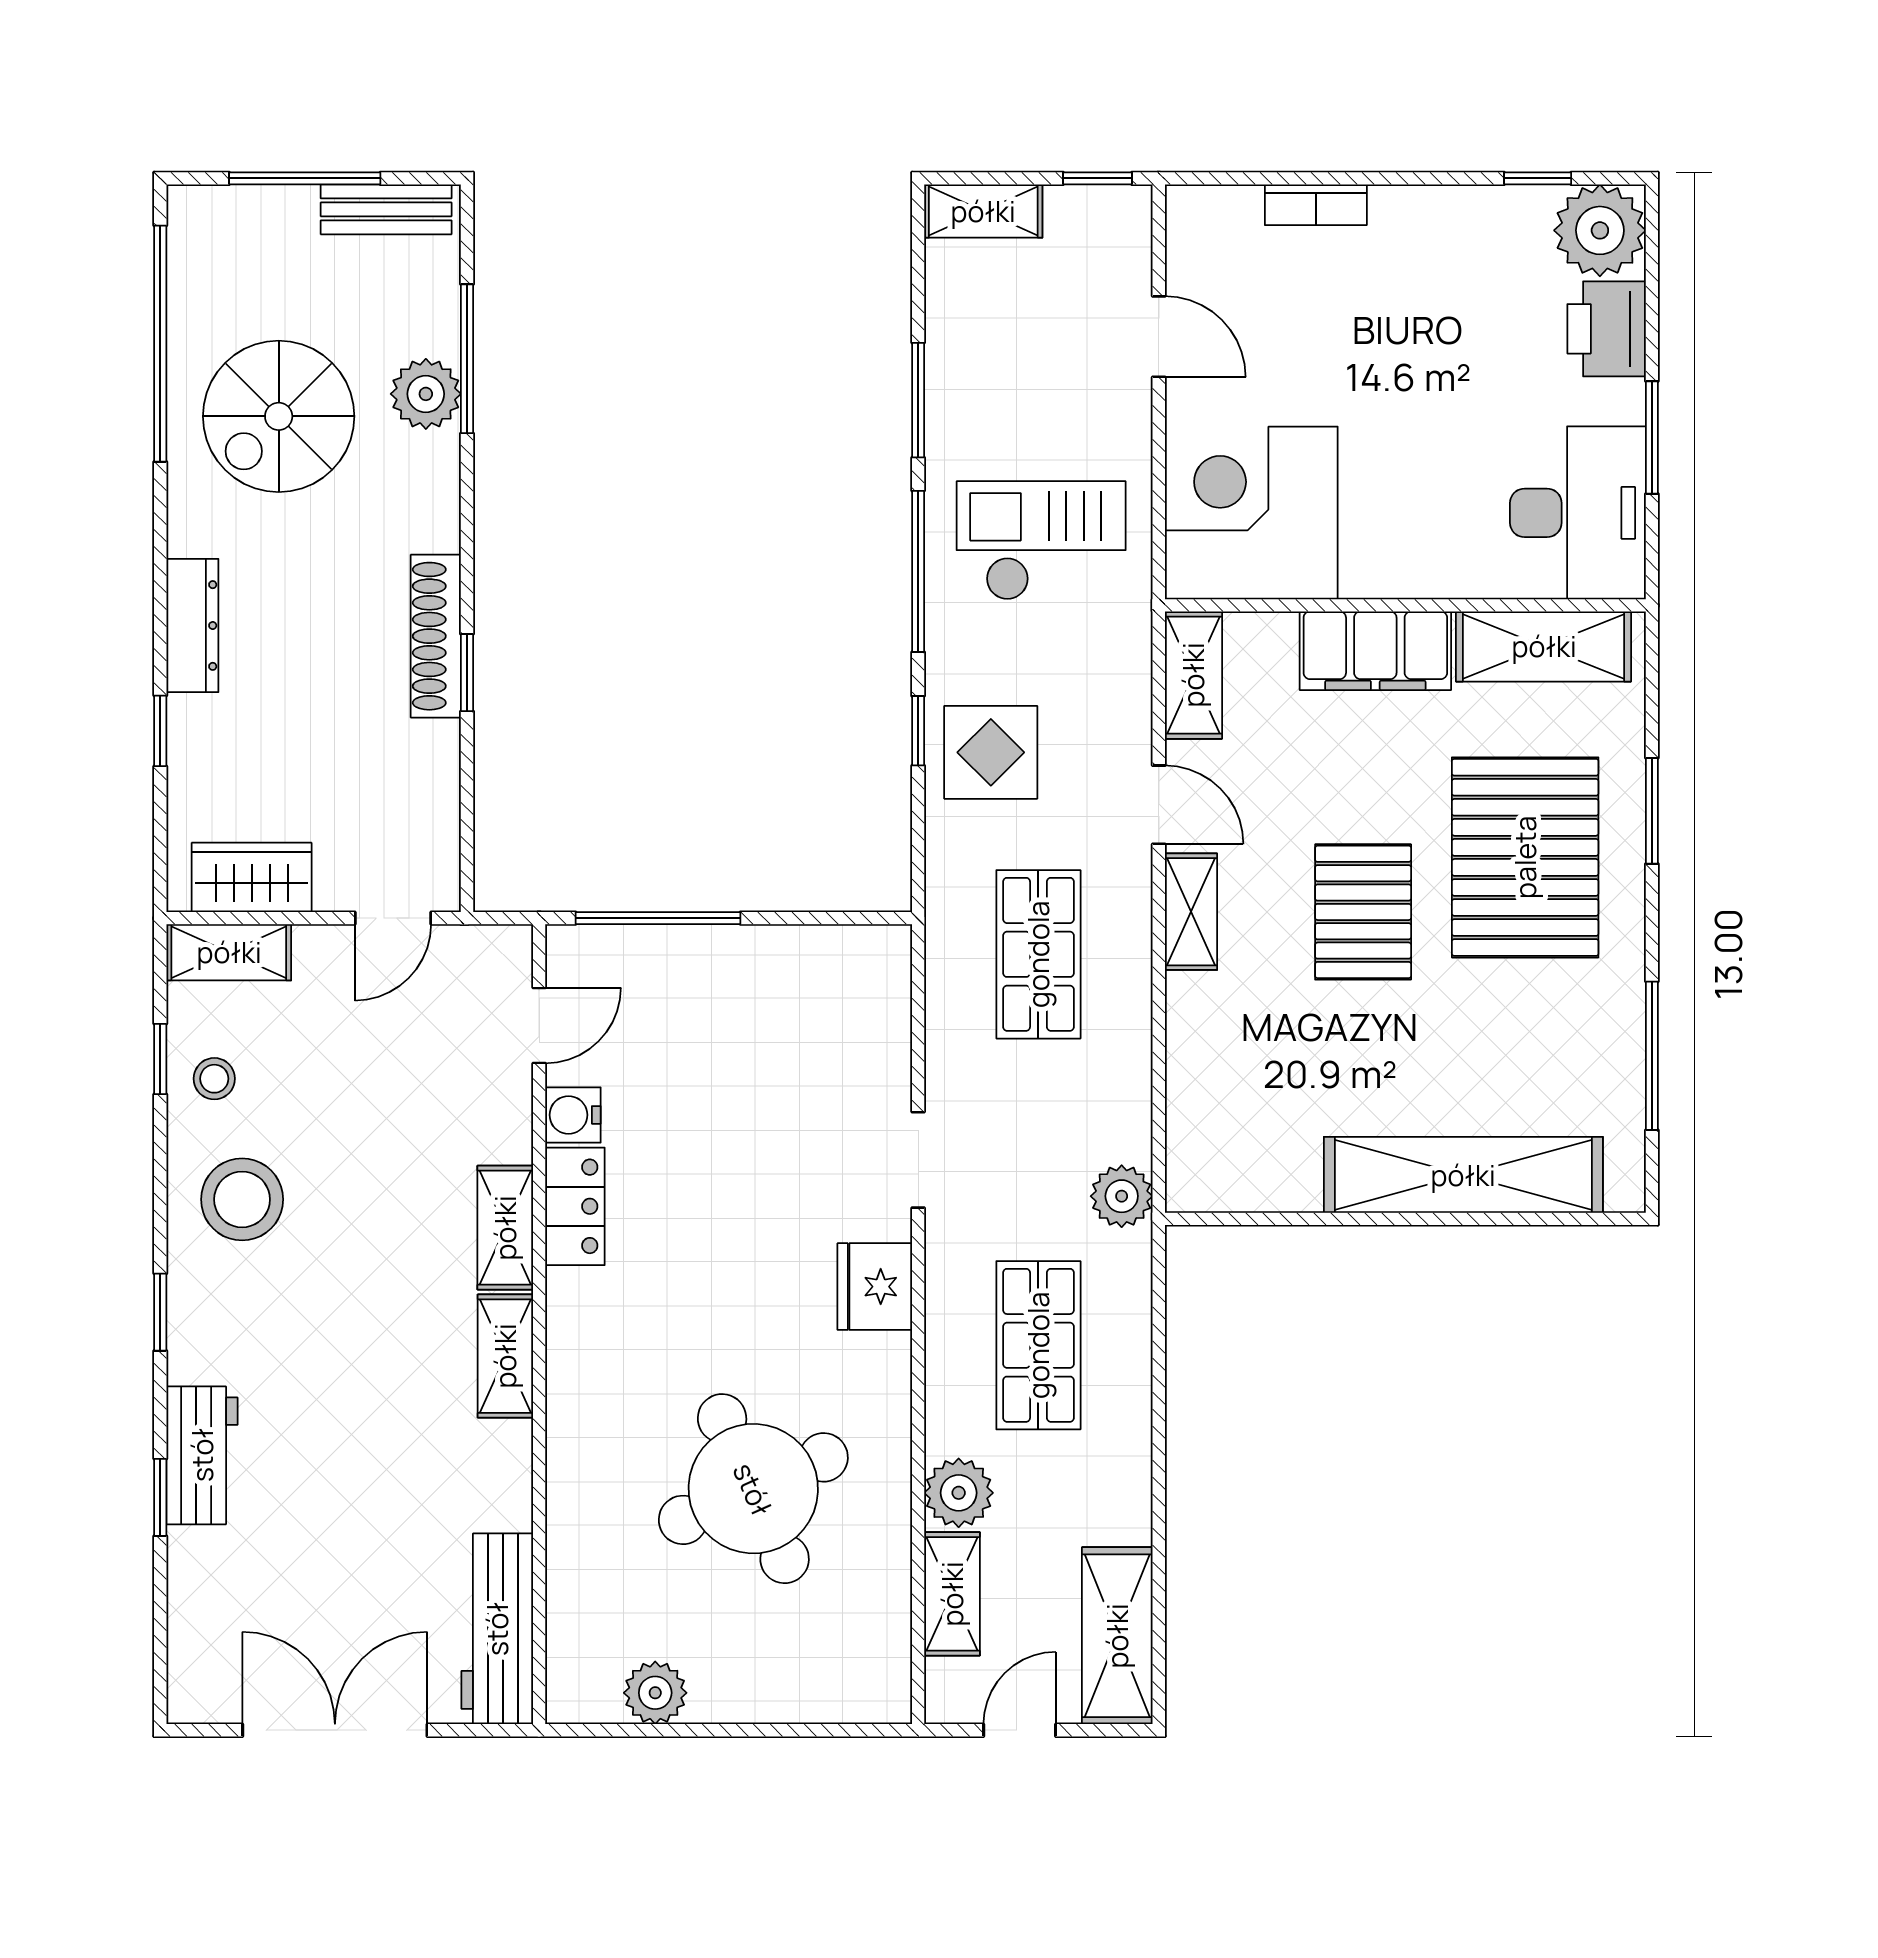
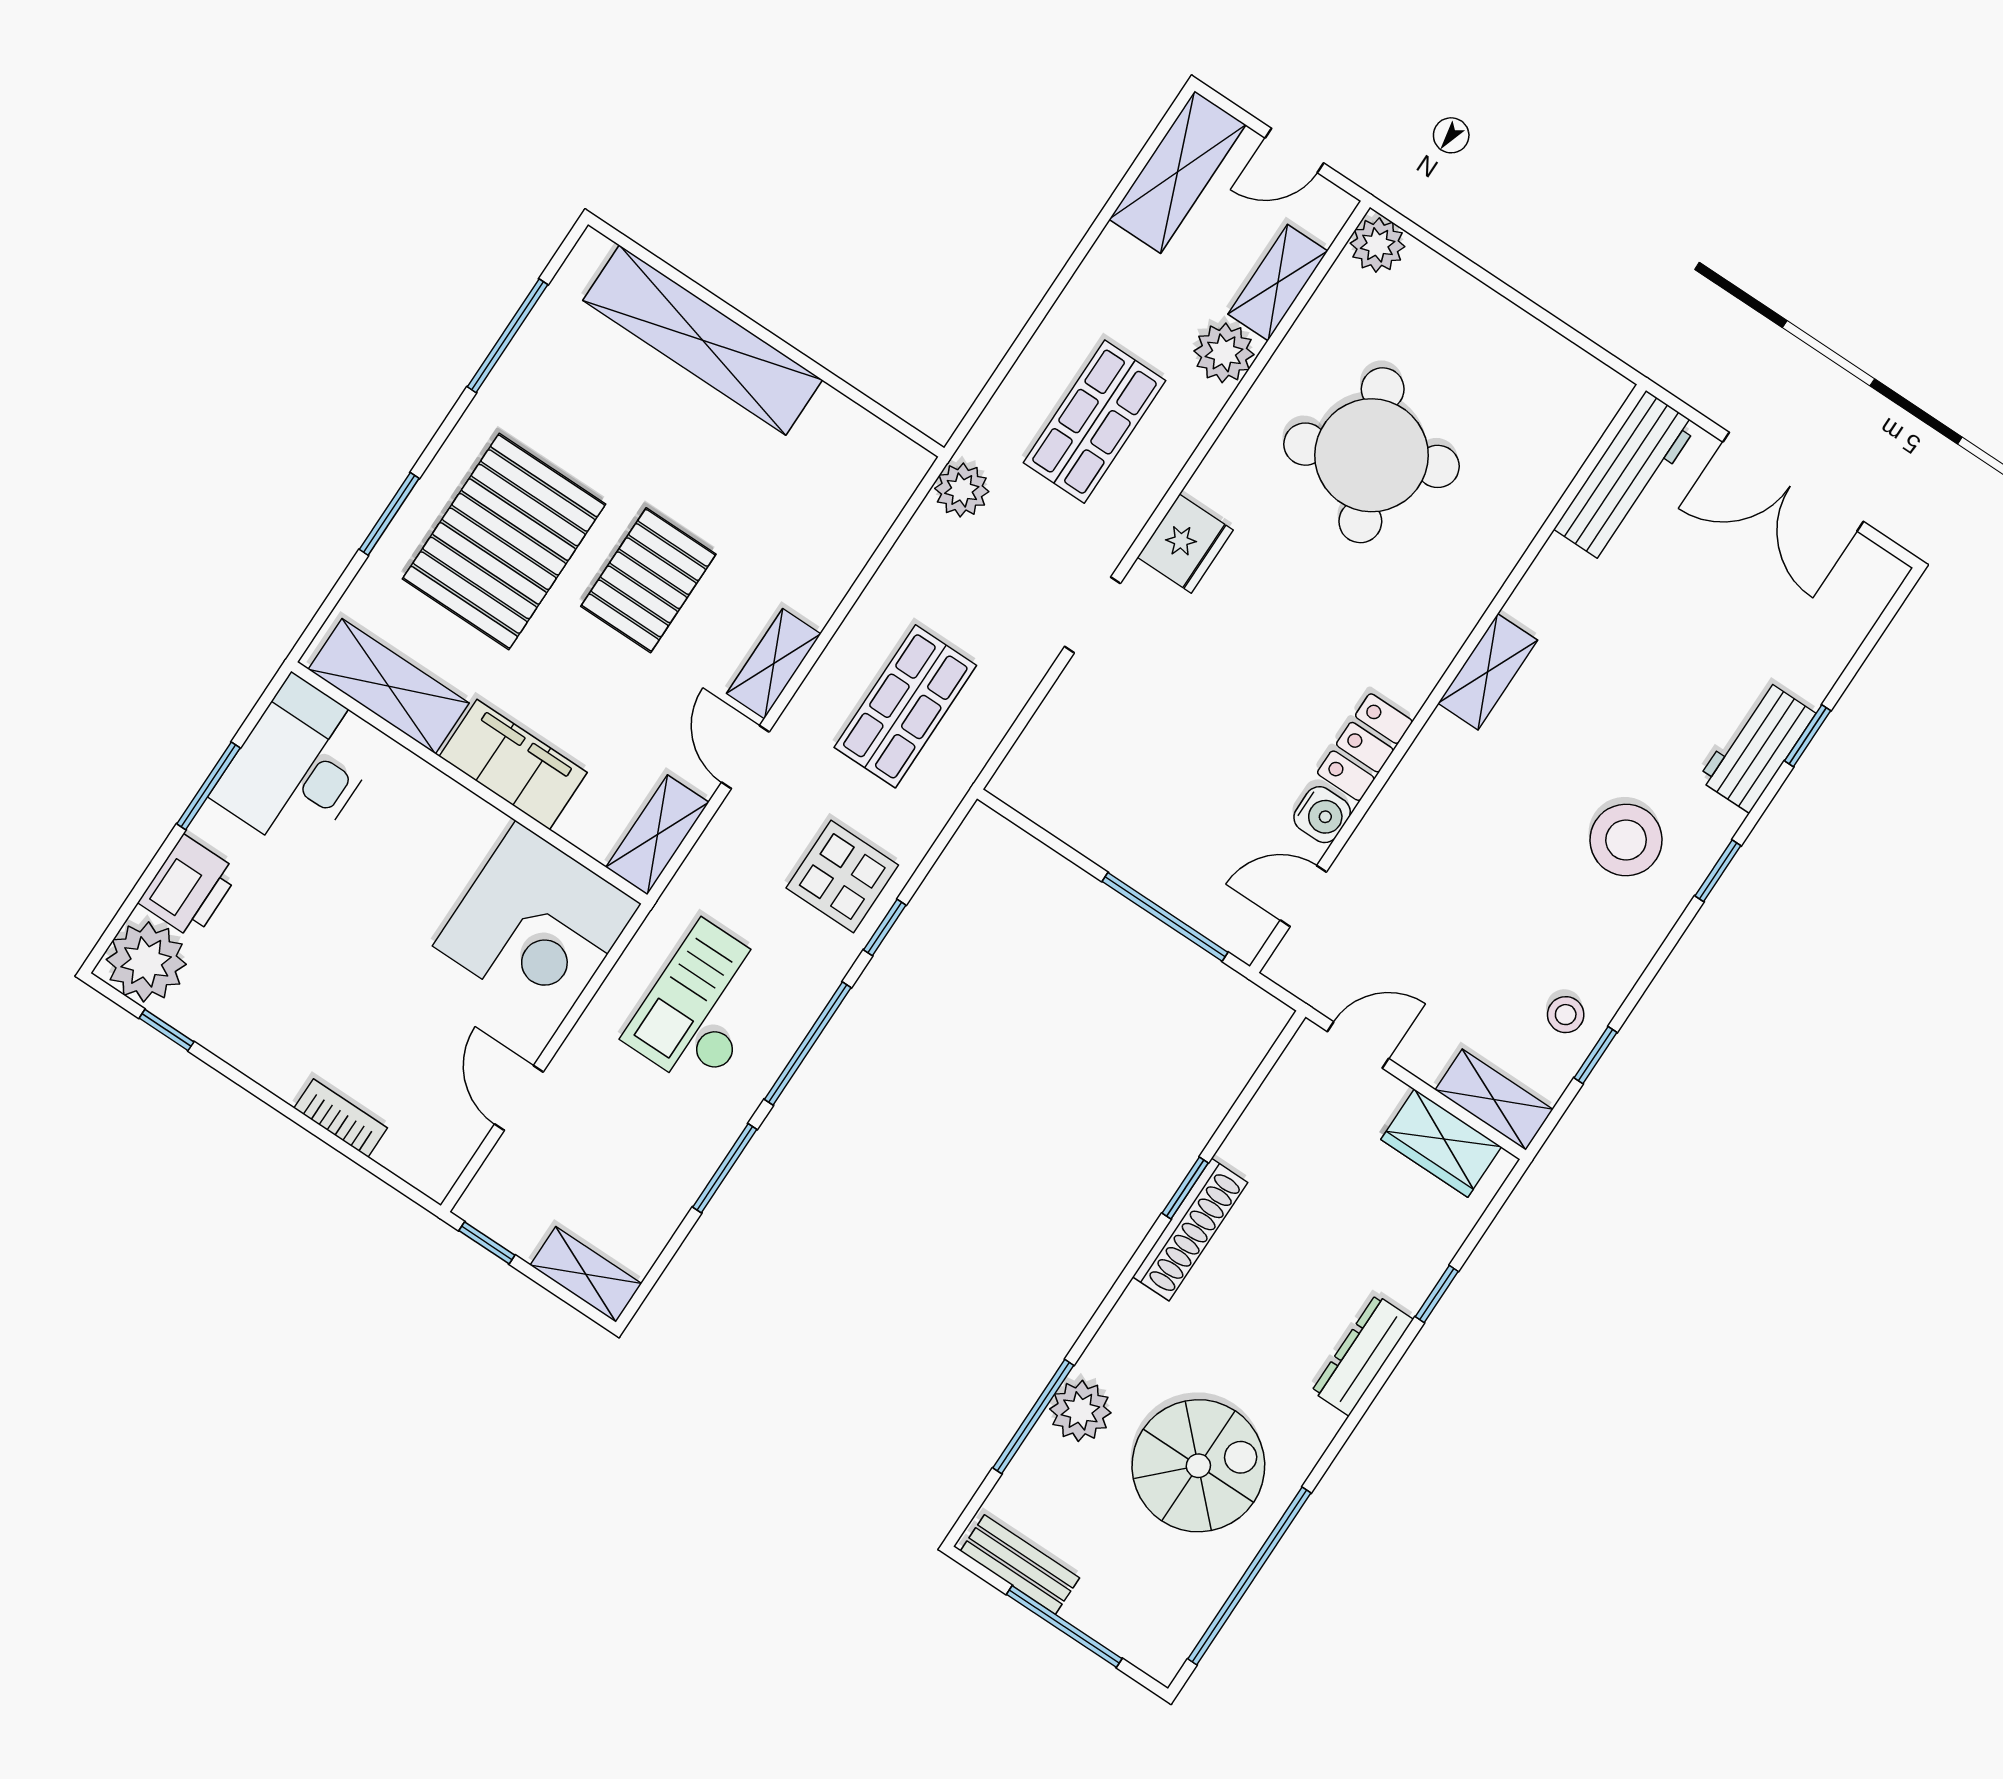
checkout: (1041, 541) -> (703, 1006), turned 90
stool: (242, 1199) -> (1626, 840), moved
shelving: (505, 1228) -> (1426, 765), removed
plant: (655, 1693) -> (1378, 245), moved

